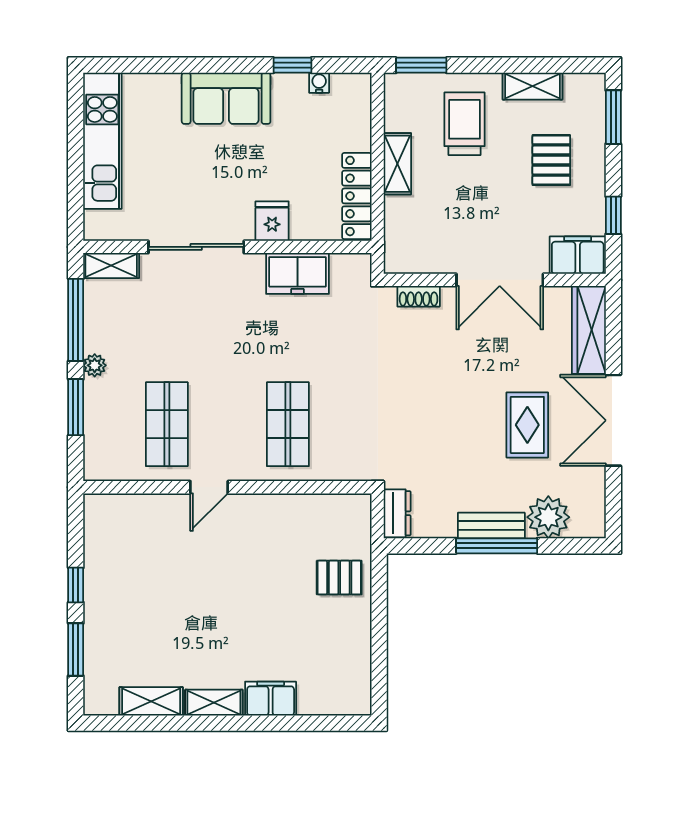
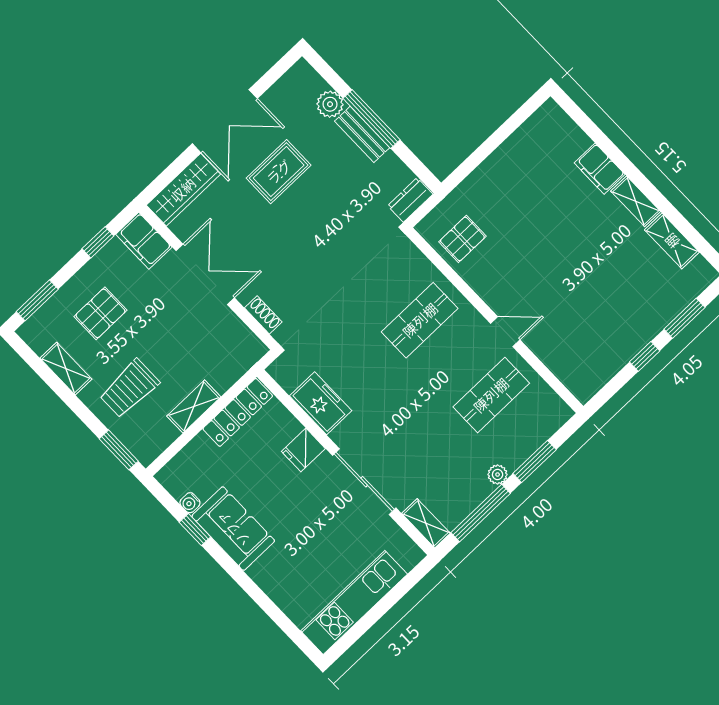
sofa: (226, 98) -> (233, 529), moved
plant: (548, 517) -> (330, 104), width x0.73, depth x0.73
pallet: (339, 578) -> (462, 239), moved, turned 90

